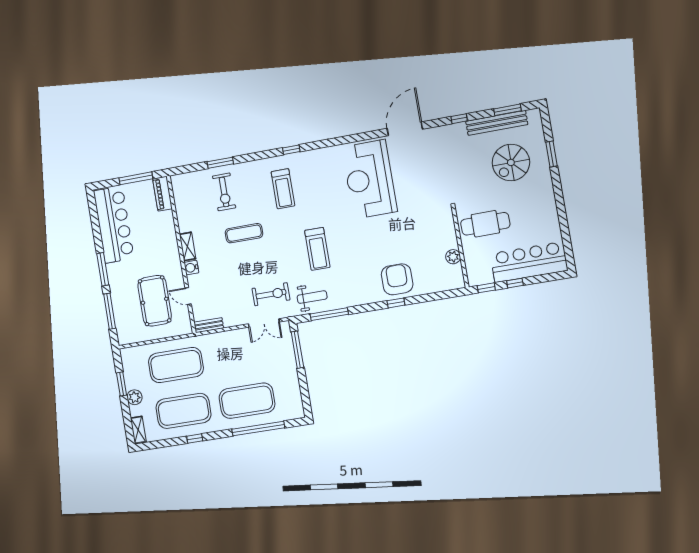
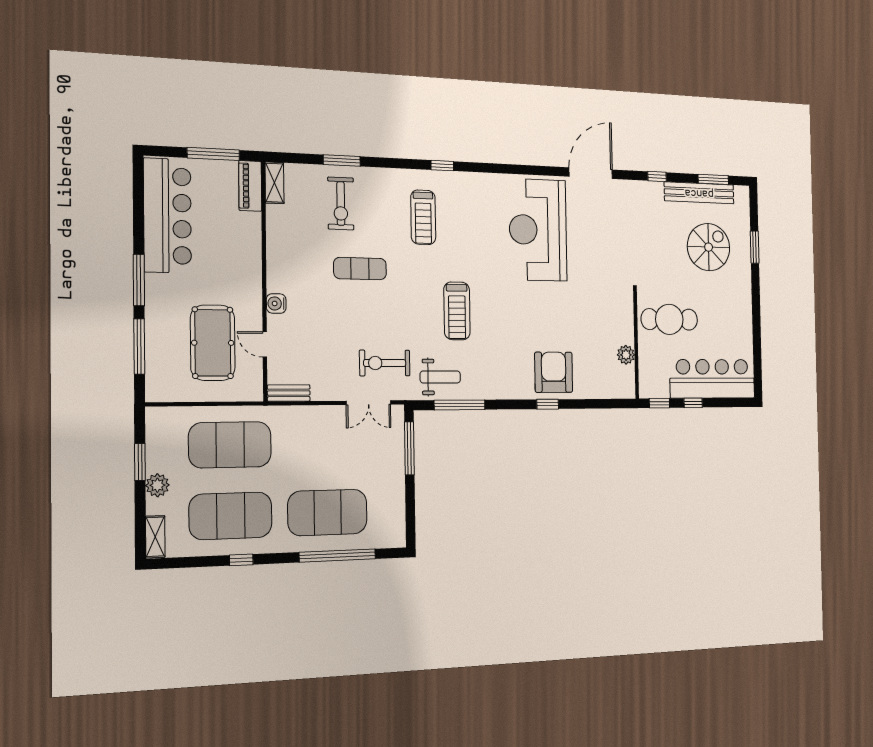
spiral stairs: (511, 162) -> (709, 247), turned 180
shelving: (188, 246) -> (275, 183), moved
exercise bike: (271, 294) -> (385, 363), turned 180

